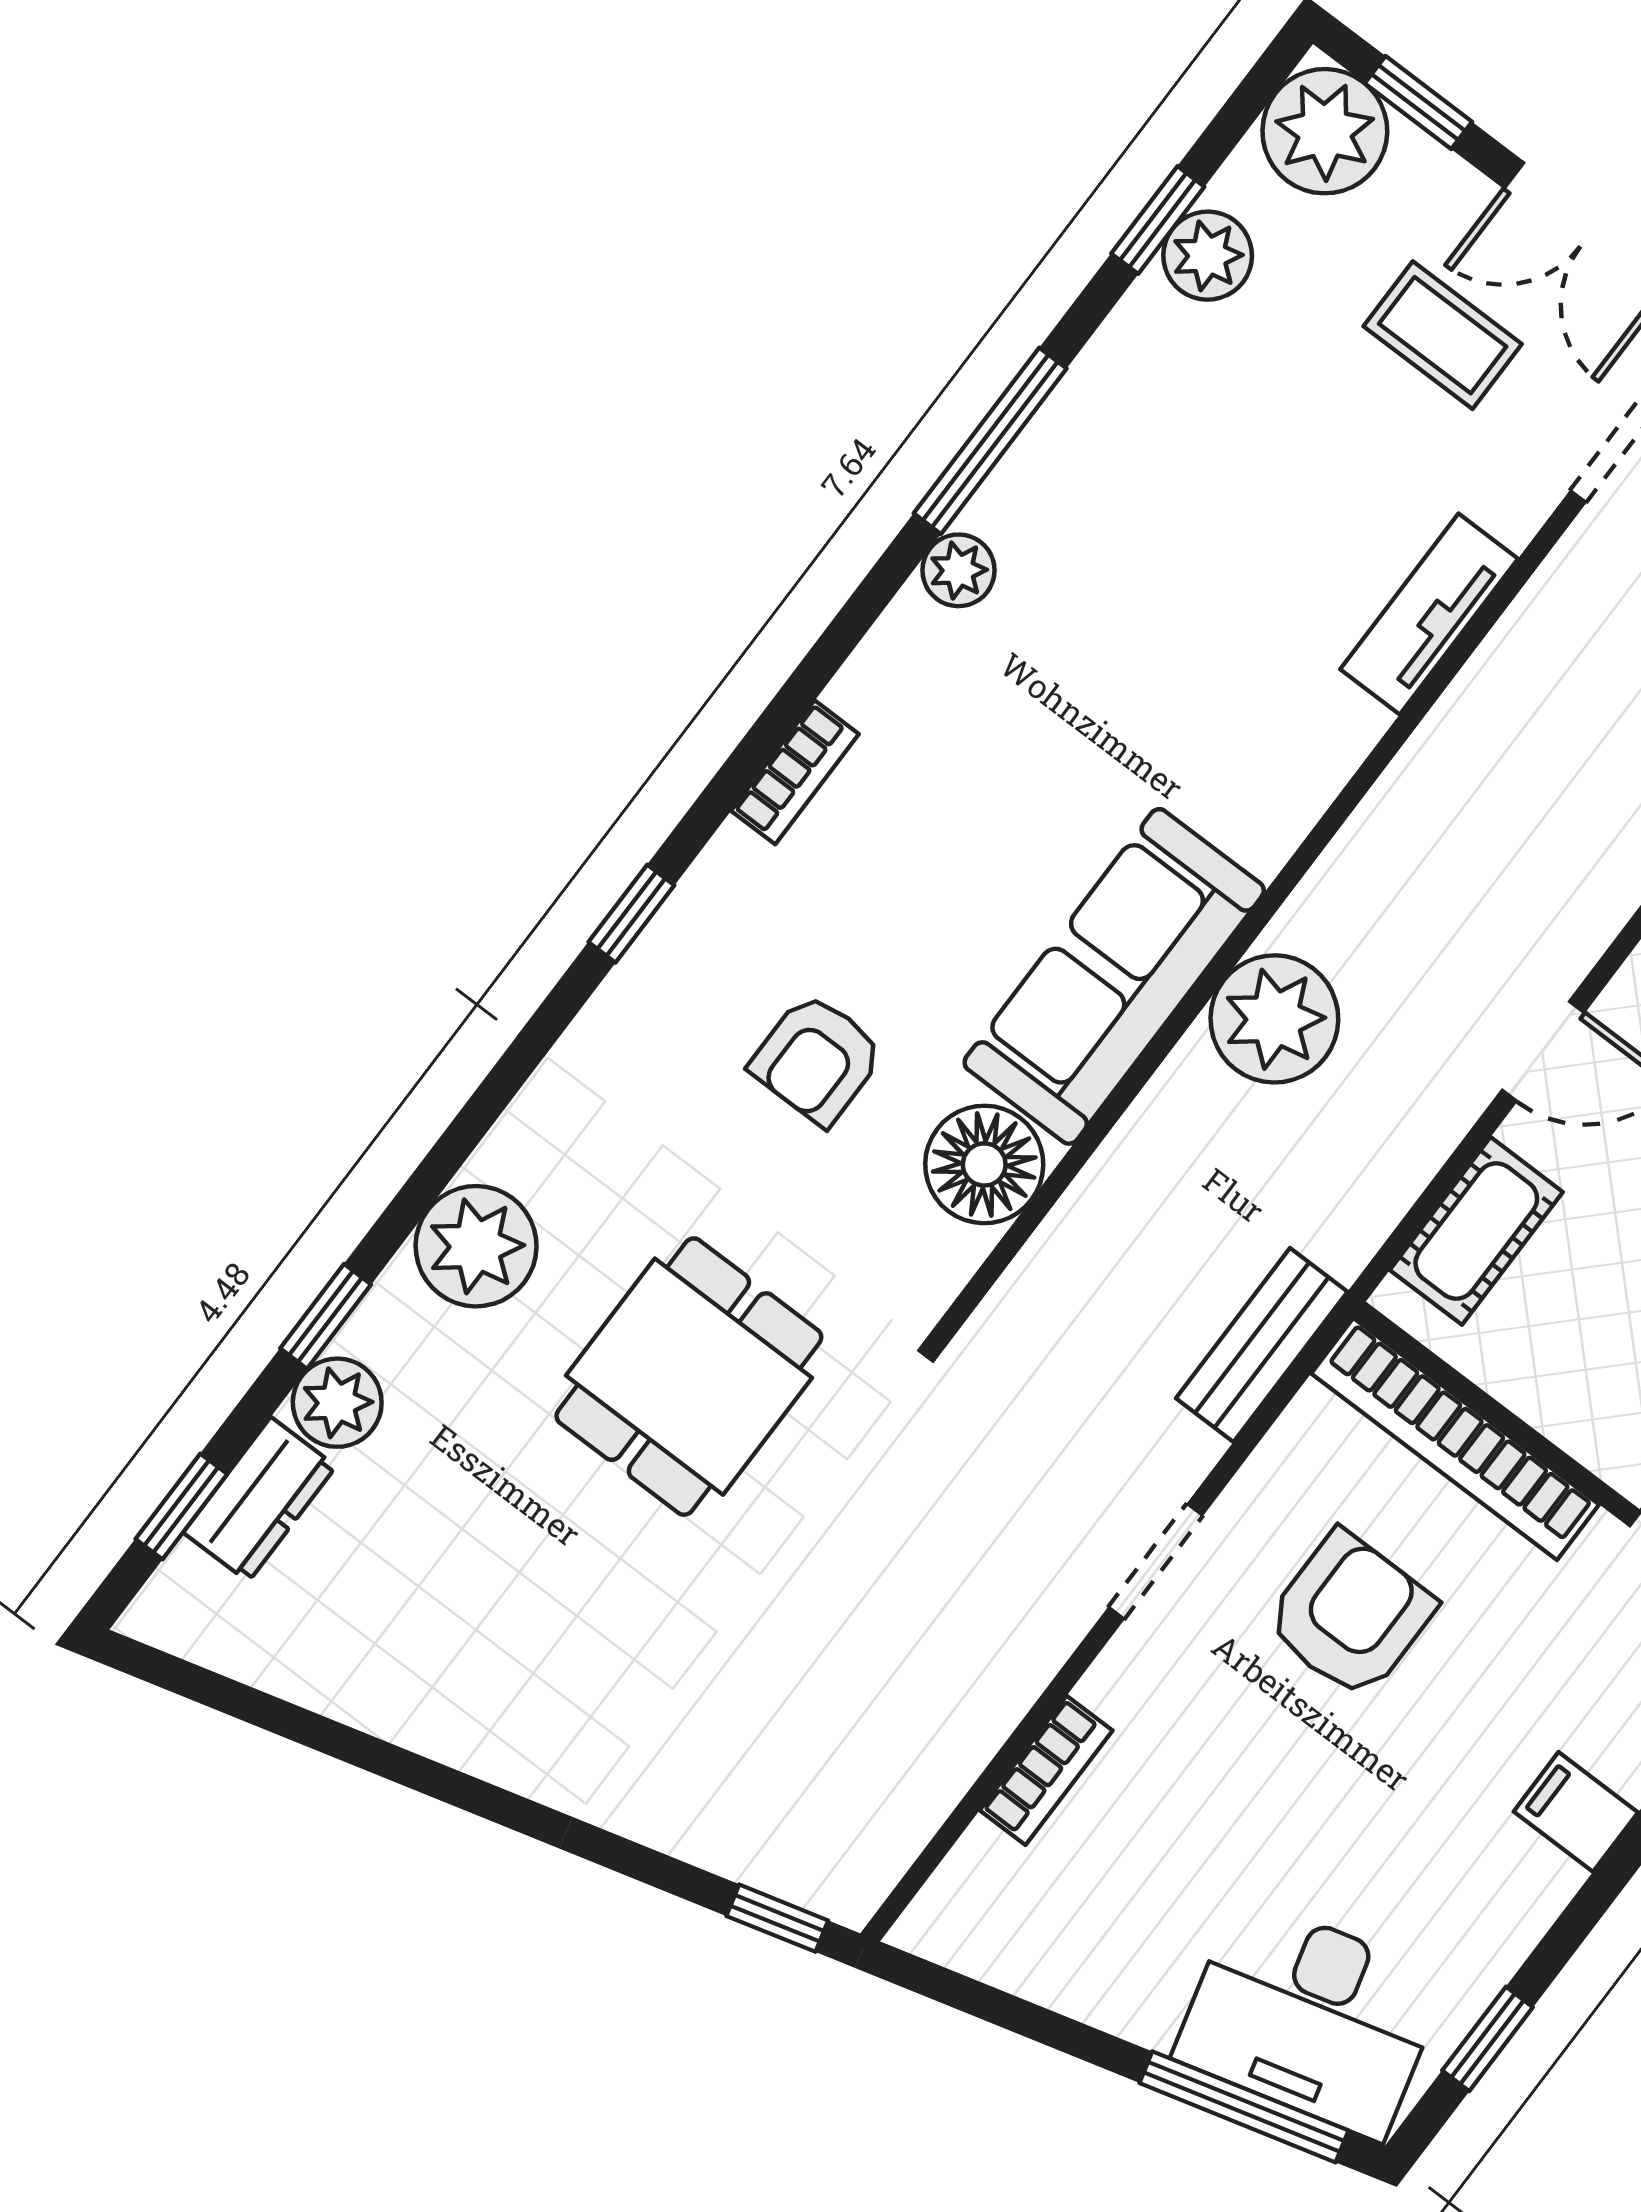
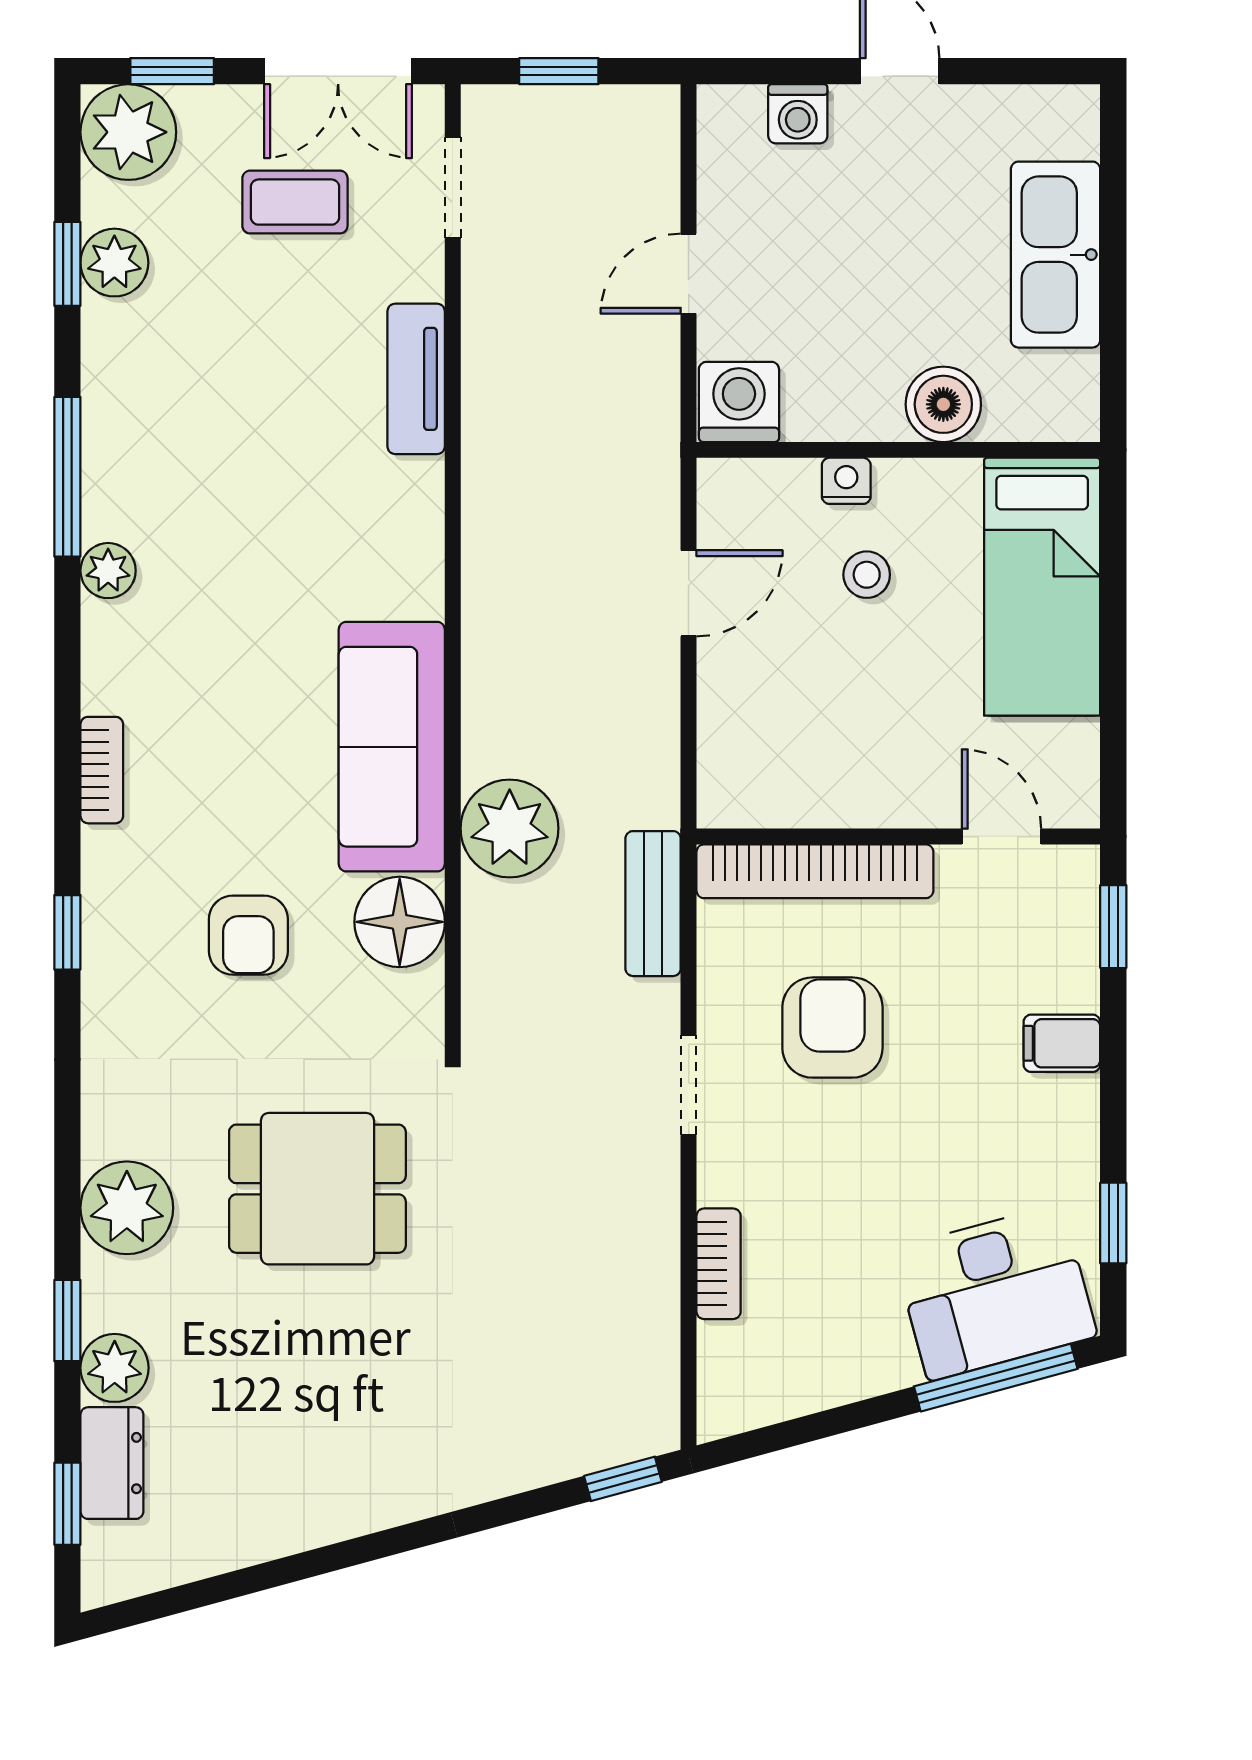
plant: (1274, 1019) -> (510, 828), moved
cot: (1476, 1231) -> (731, 734), removed
dining table: (689, 1377) -> (317, 1189), turned 90

